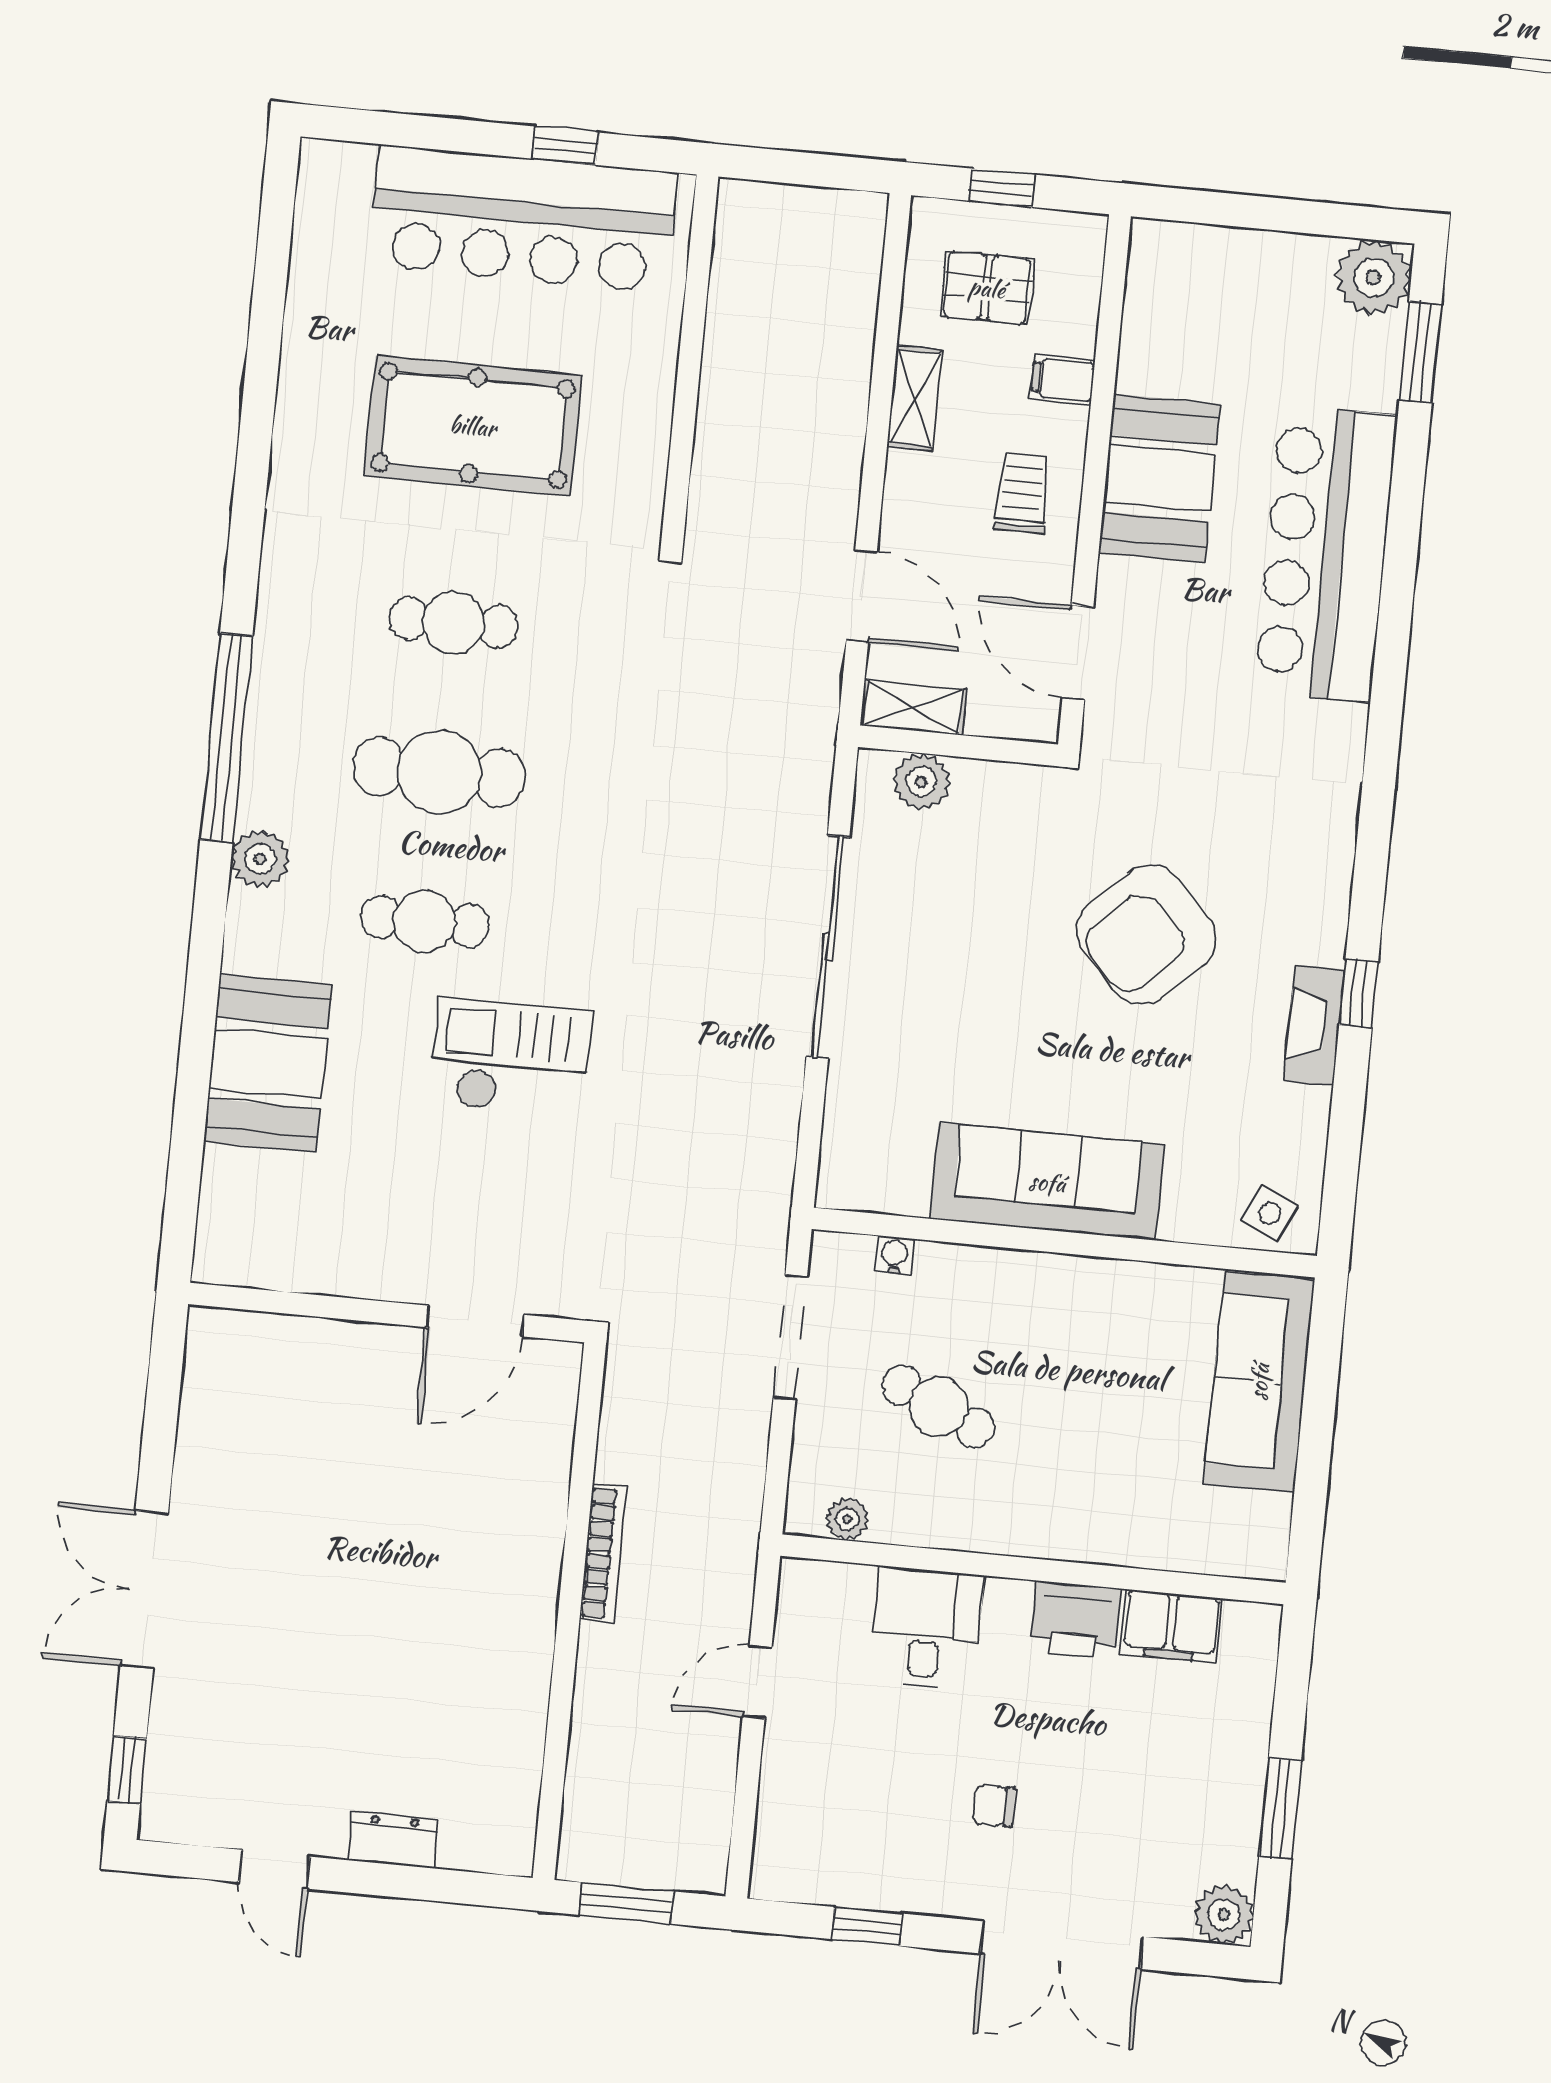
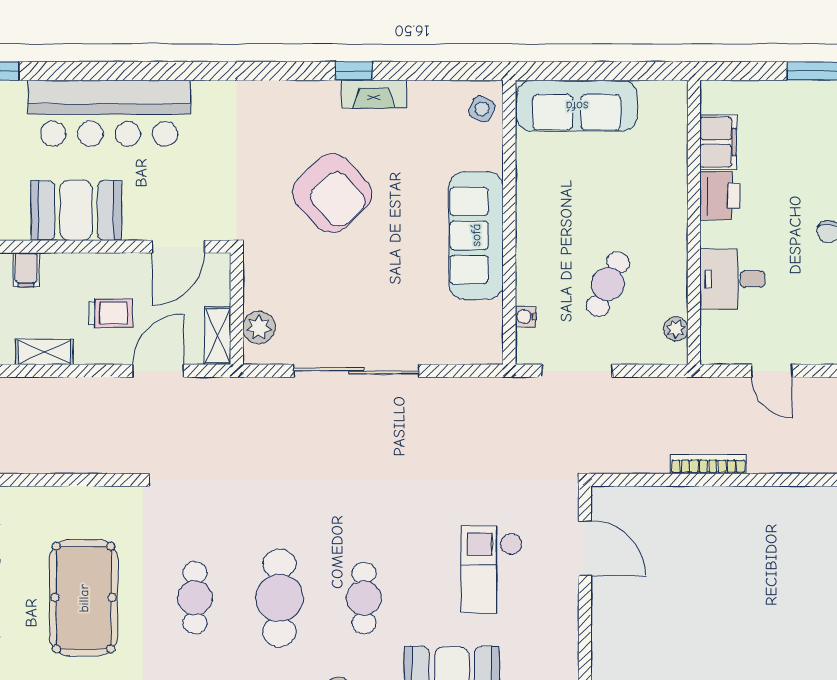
trolley: (1022, 493) -> (111, 313), moved, turned 180
checkout: (511, 1057) -> (492, 569), moved

